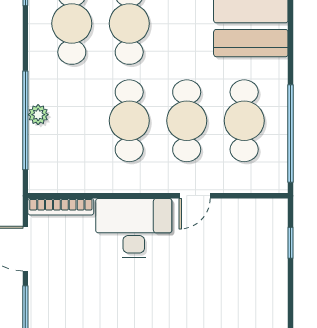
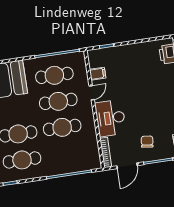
plant: (38, 115) -> (66, 169), removed
door: (195, 196) -> (92, 93), hinge flipped
filing cabinet: (234, 215) -> (98, 74), added
chair: (71, 300) -> (147, 142), added

